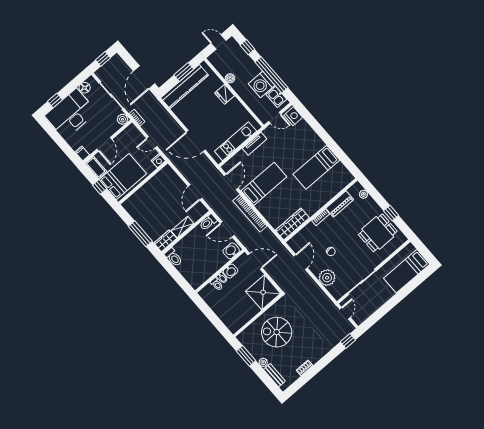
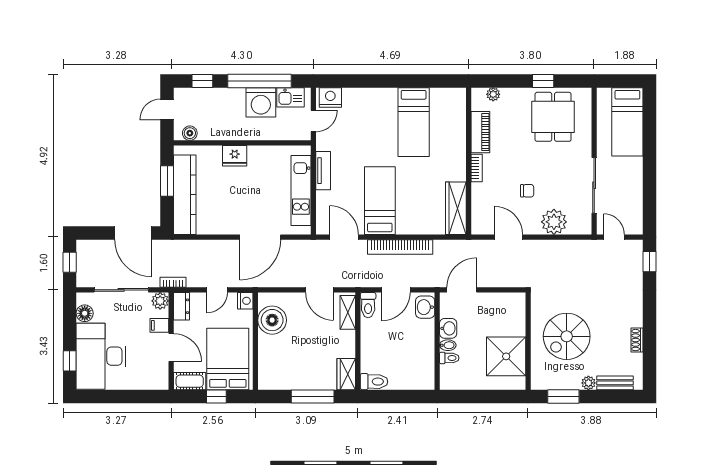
boiler: (230, 78) -> (190, 133), moved
dresser: (129, 132) -> (181, 306), added
filing cabinet: (82, 153) -> (159, 325), moved
boiler: (160, 182) -> (272, 320), added
shelving: (182, 227) -> (348, 312), moved
shower: (263, 292) -> (506, 356), moved

